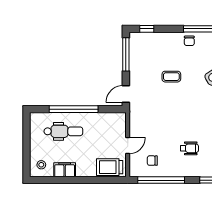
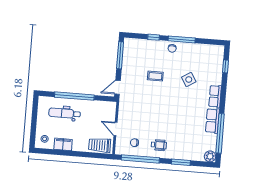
window: (147, 29) -> (154, 37), moved
dental chair: (63, 131) -> (65, 113), turned 180
door: (128, 146) -> (115, 129), swing flipped
wheelchair: (189, 148) -> (159, 145), moved

